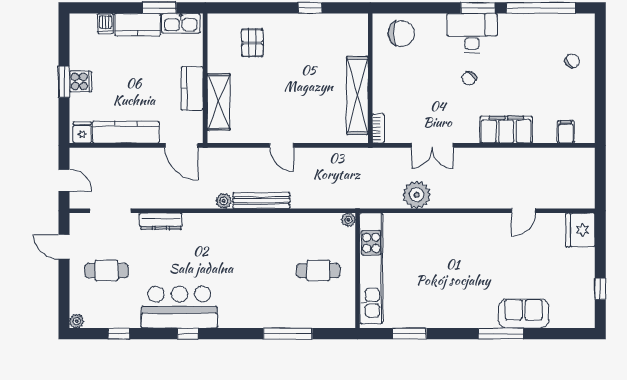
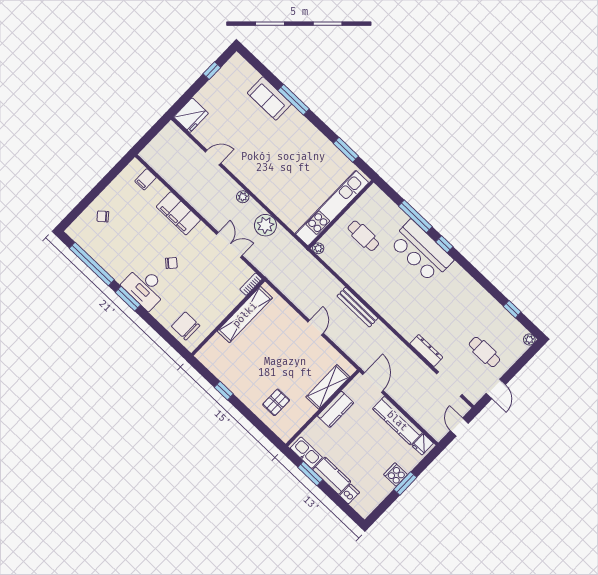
plant: (224, 201) -> (243, 197), moved
bar counter: (179, 307) -> (421, 251), moved
window: (188, 334) -> (444, 244), moved

